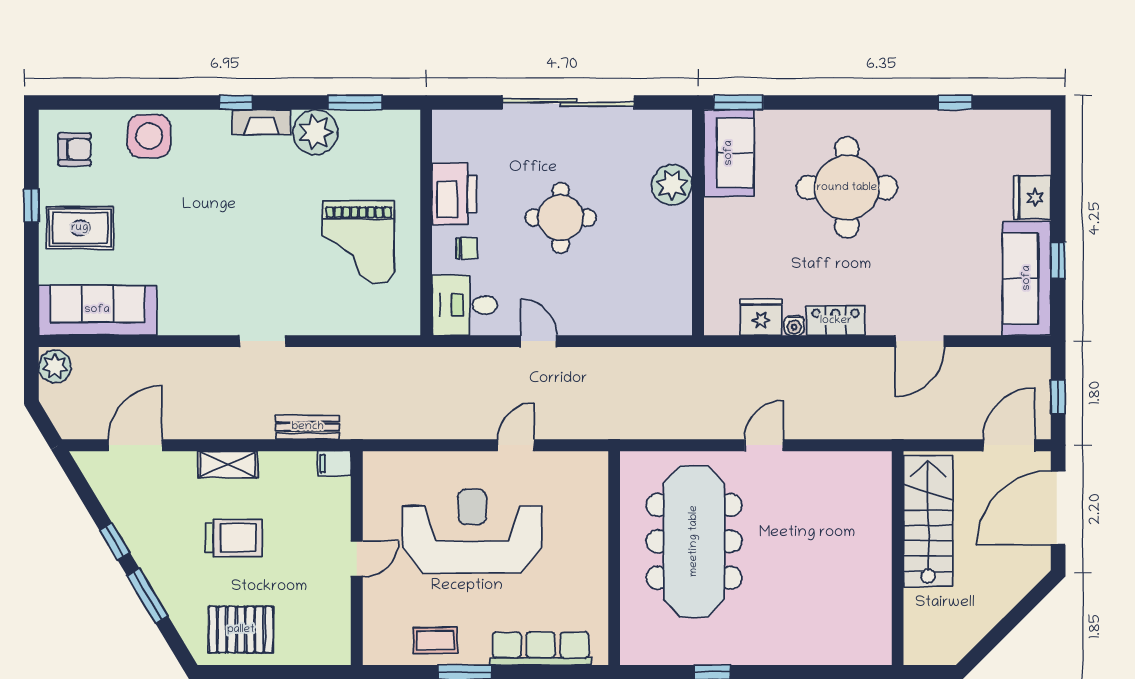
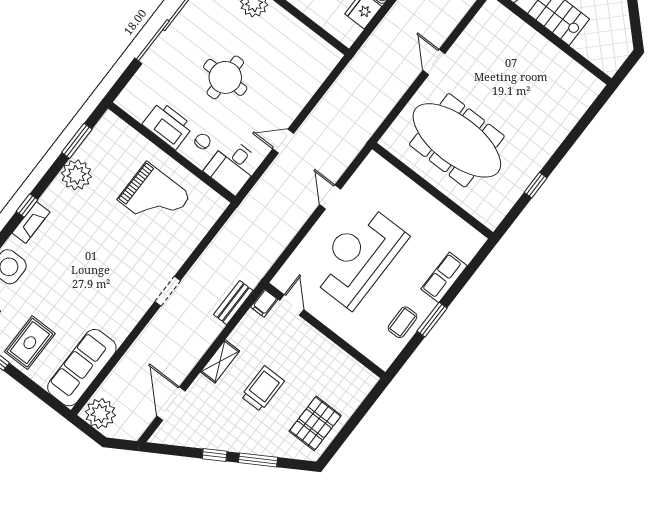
fireplace: (261, 122) -> (31, 223), moved
plant: (55, 366) -> (100, 414), width x1.36, depth x1.36
door: (357, 559) -> (292, 305), moved
row of seats: (541, 649) -> (444, 277), width x0.68

